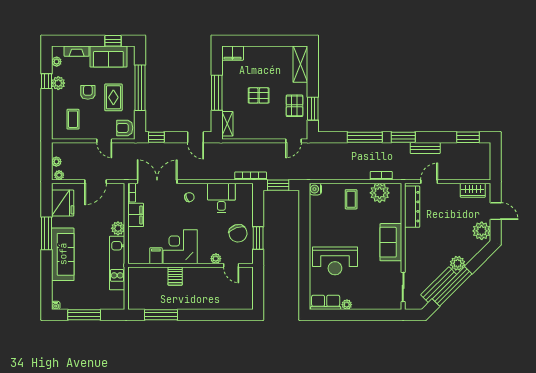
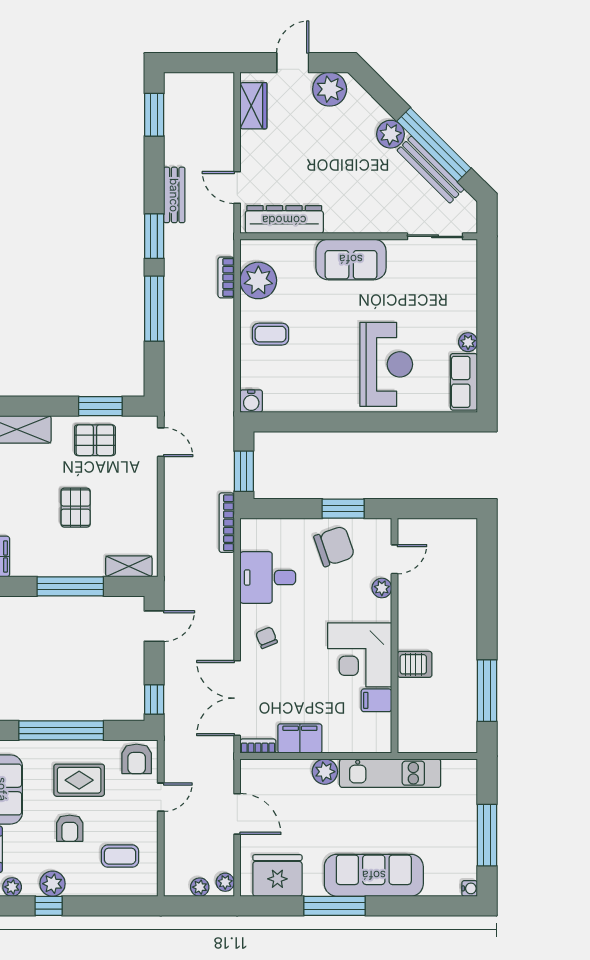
armchair: (88, 92) -> (70, 828), turned -90

